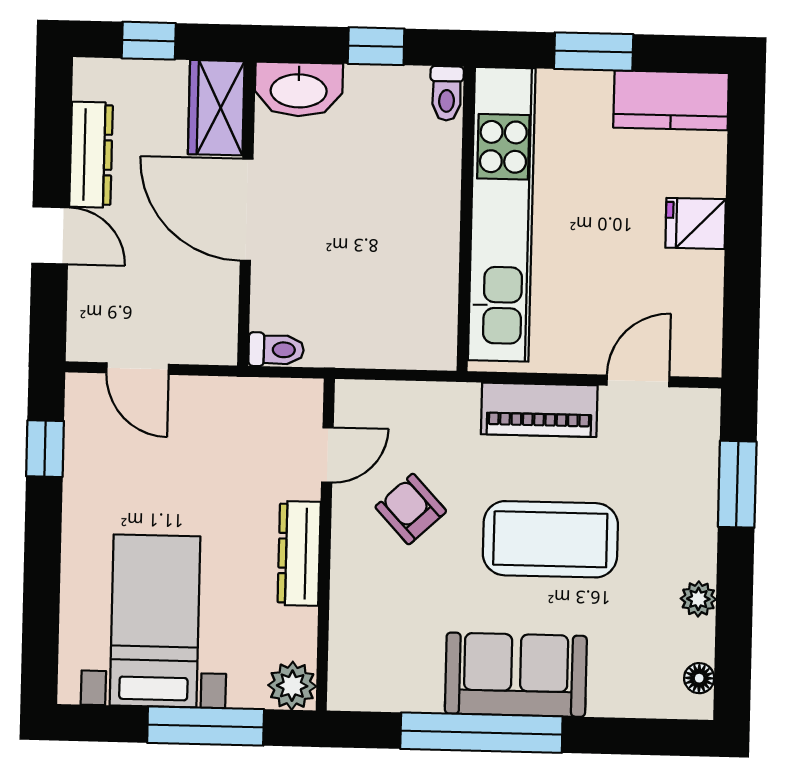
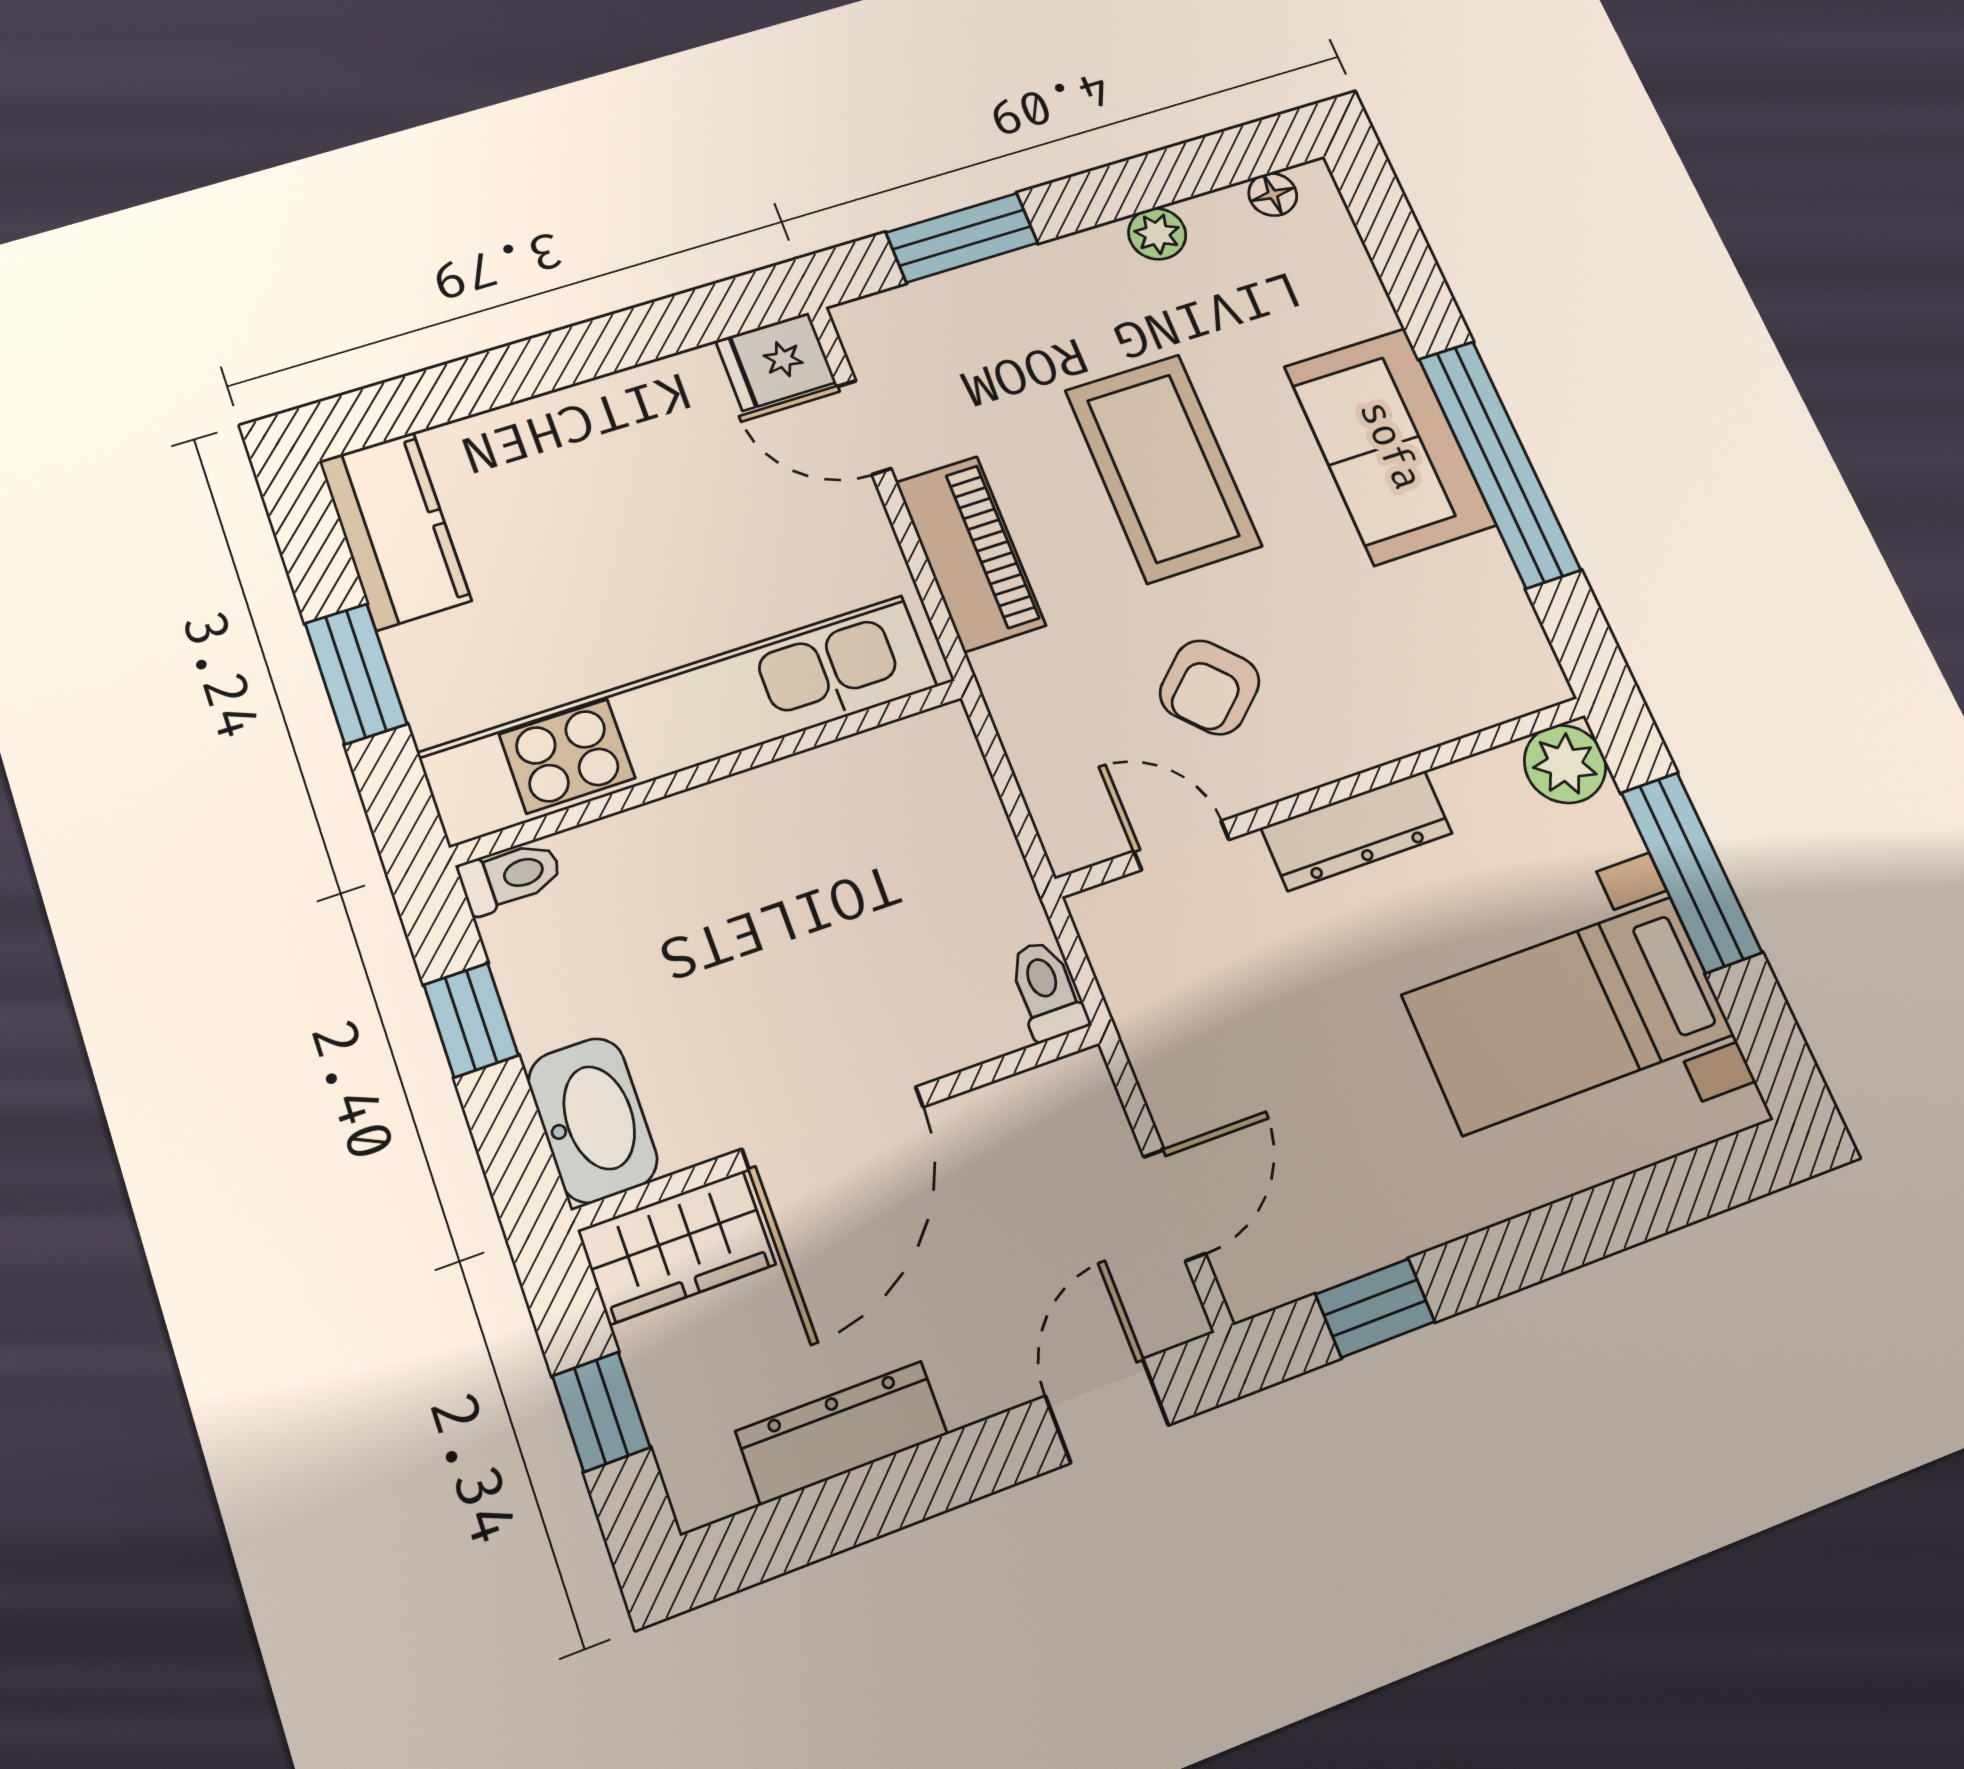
fridge: (696, 223) -> (776, 361), moved, turned 90
door: (50, 235) -> (1107, 1411), moved

